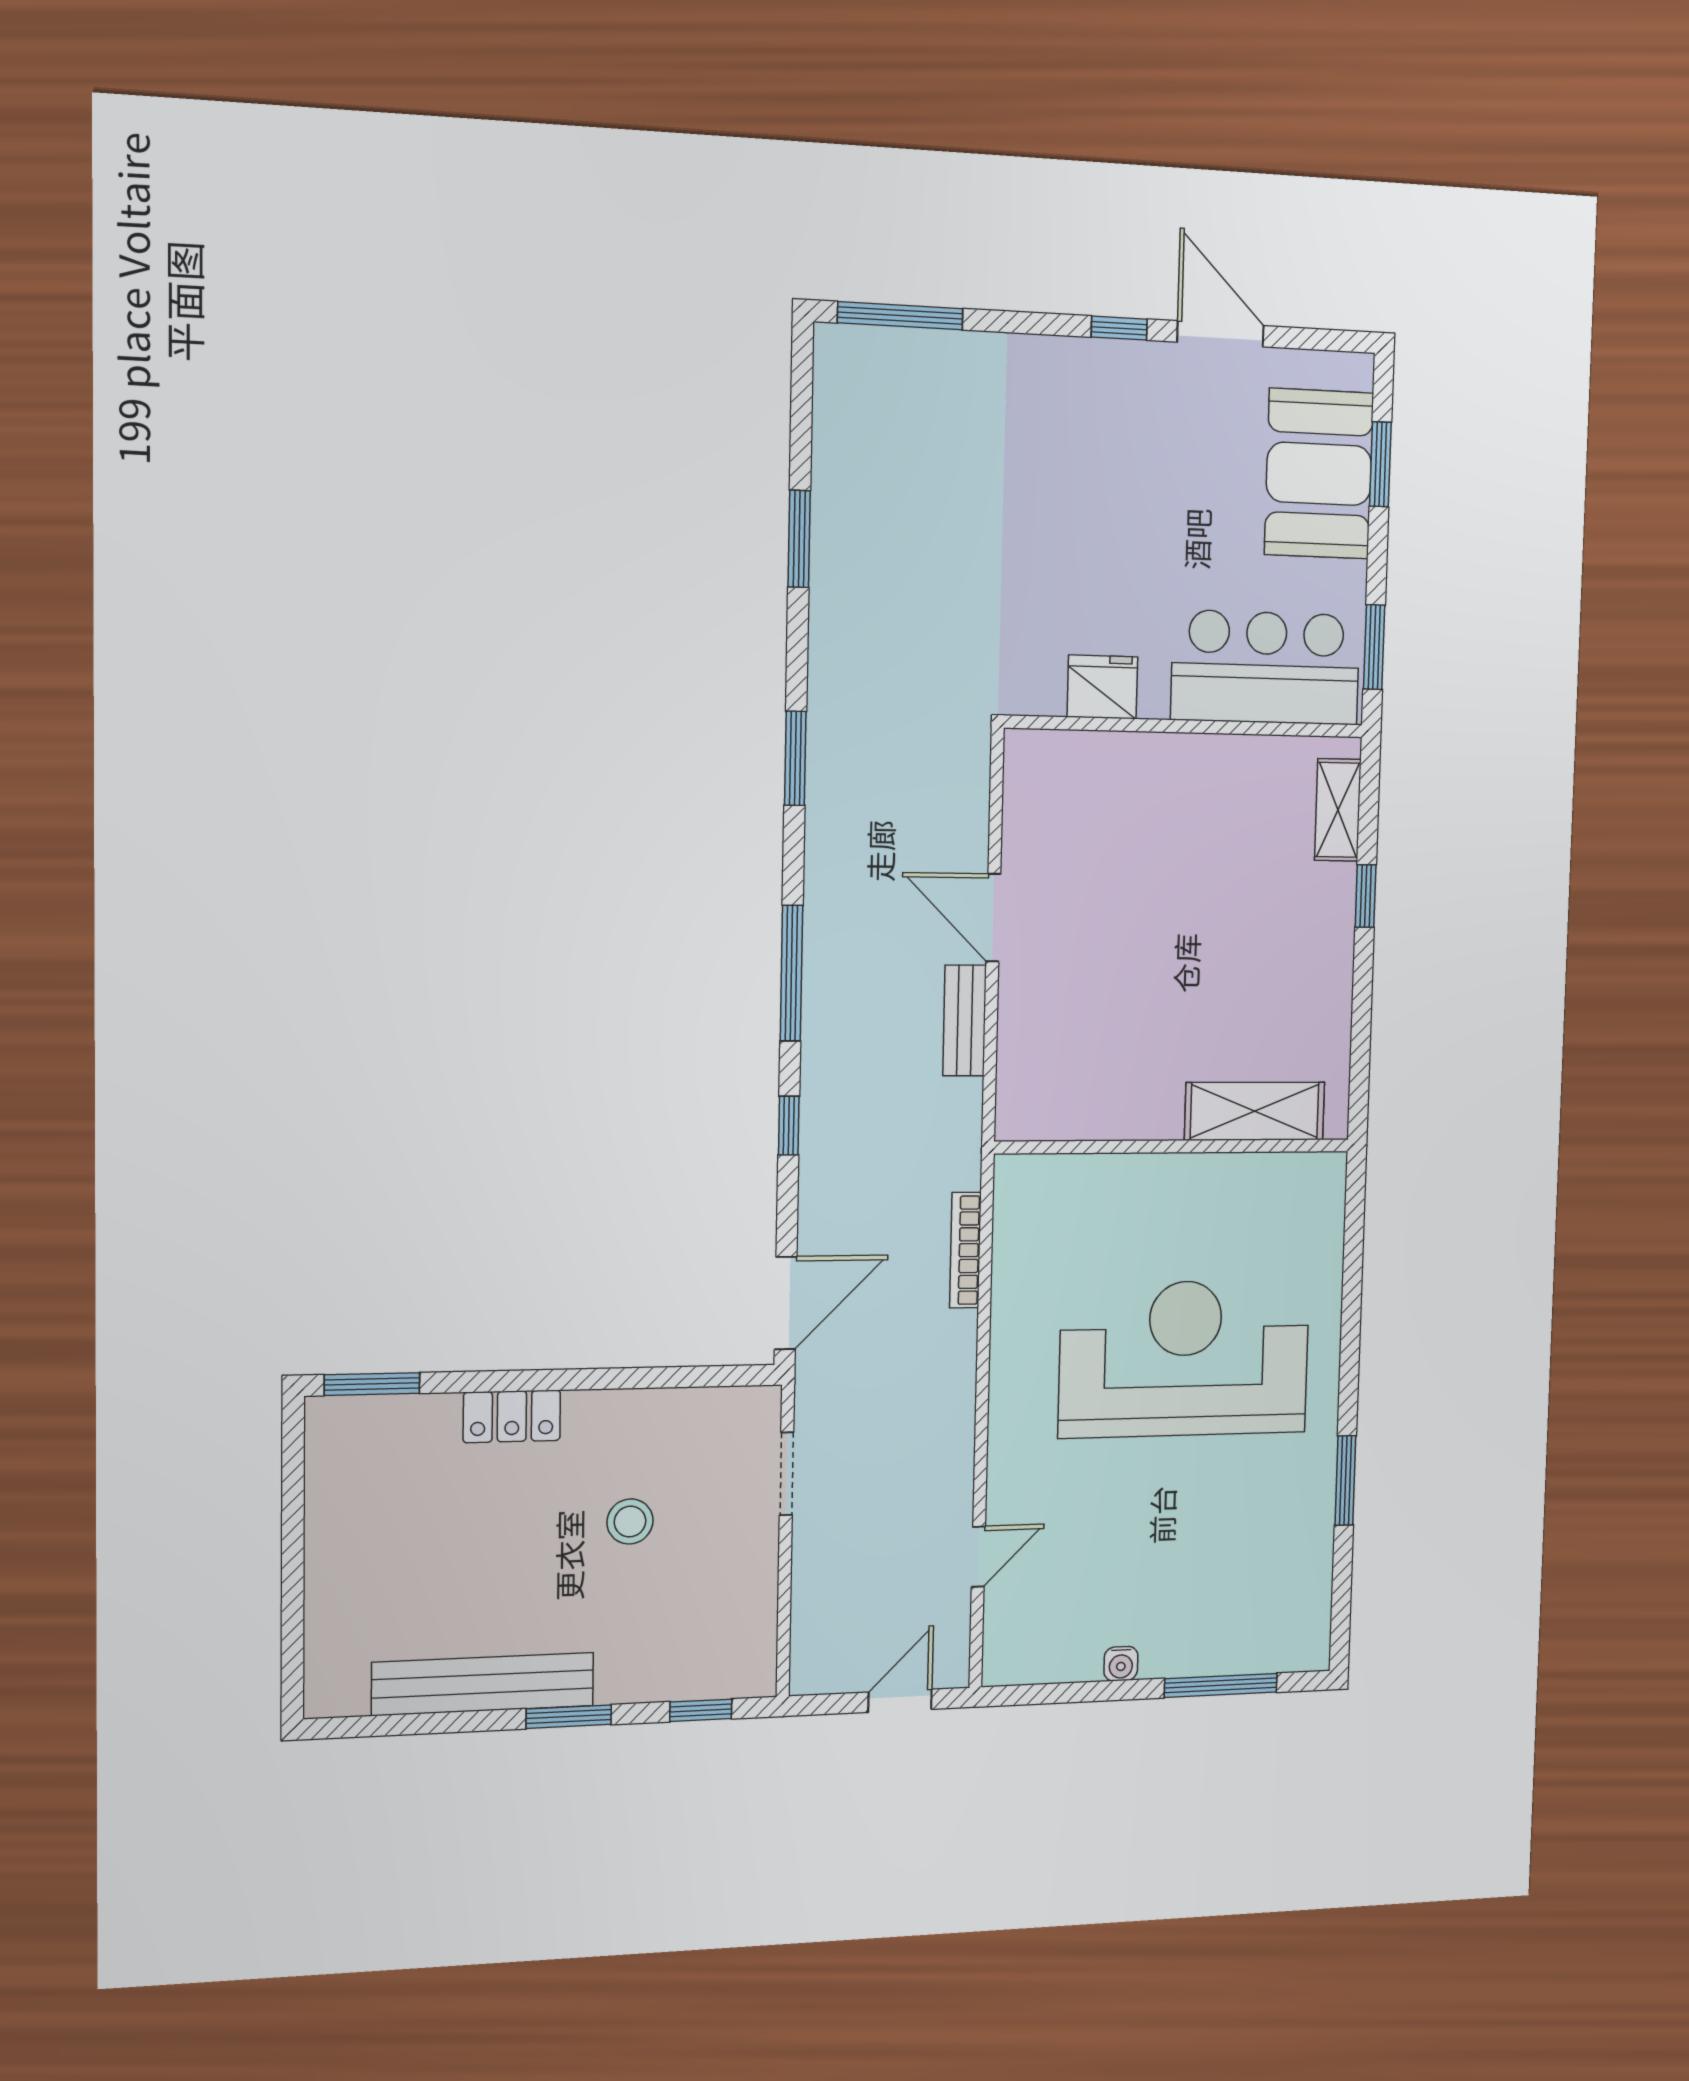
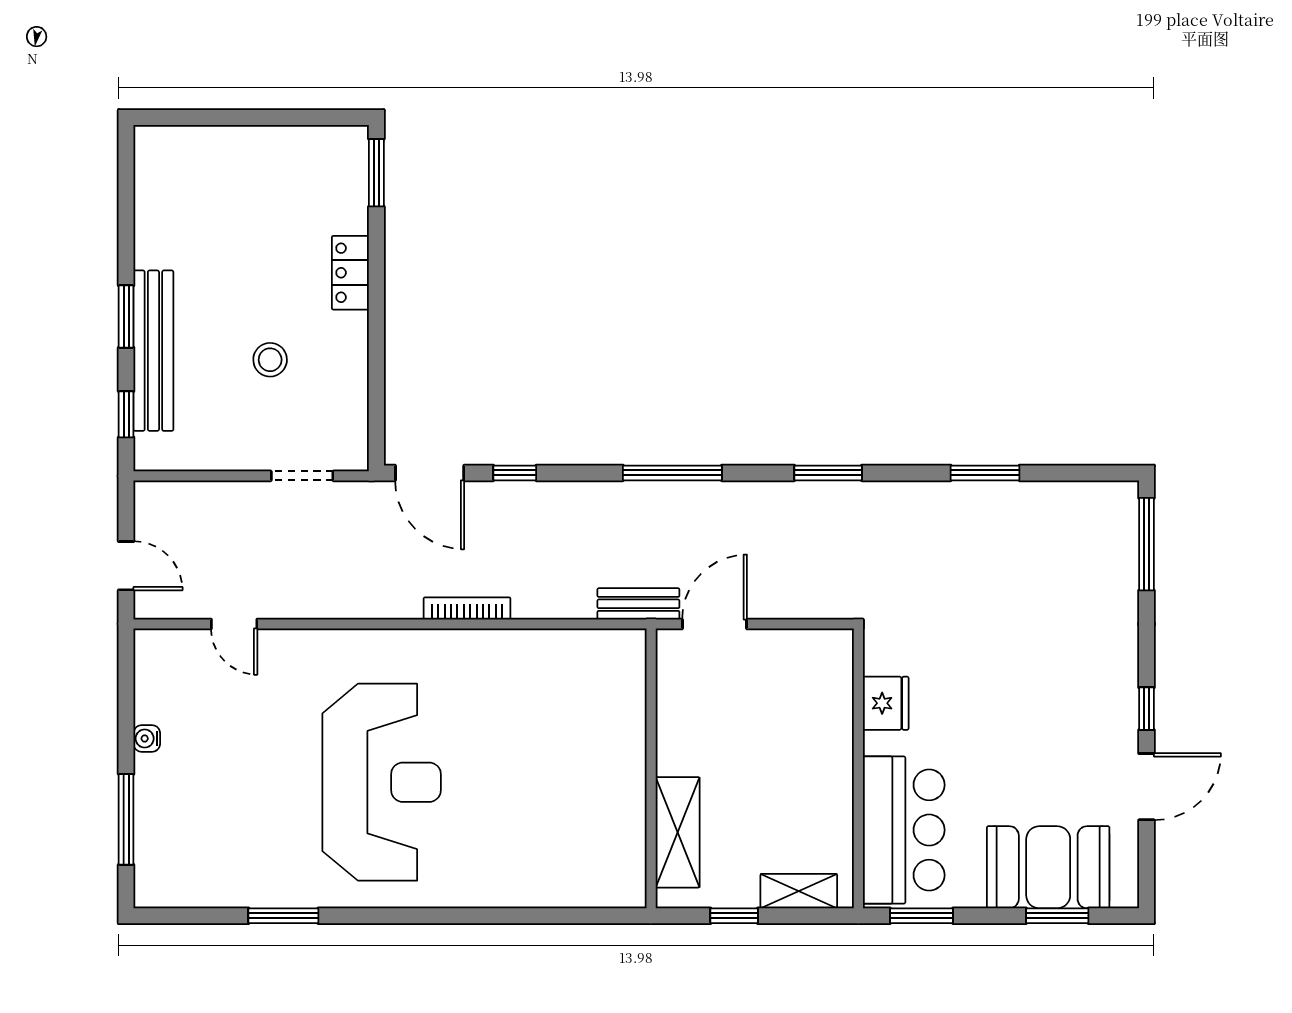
shelving: (1255, 1111) -> (678, 832), moved
window: (789, 1126) -> (515, 473), moved
wall: (1173, 1147) -> (651, 768), moved
bench: (483, 1684) -> (153, 351), moved

